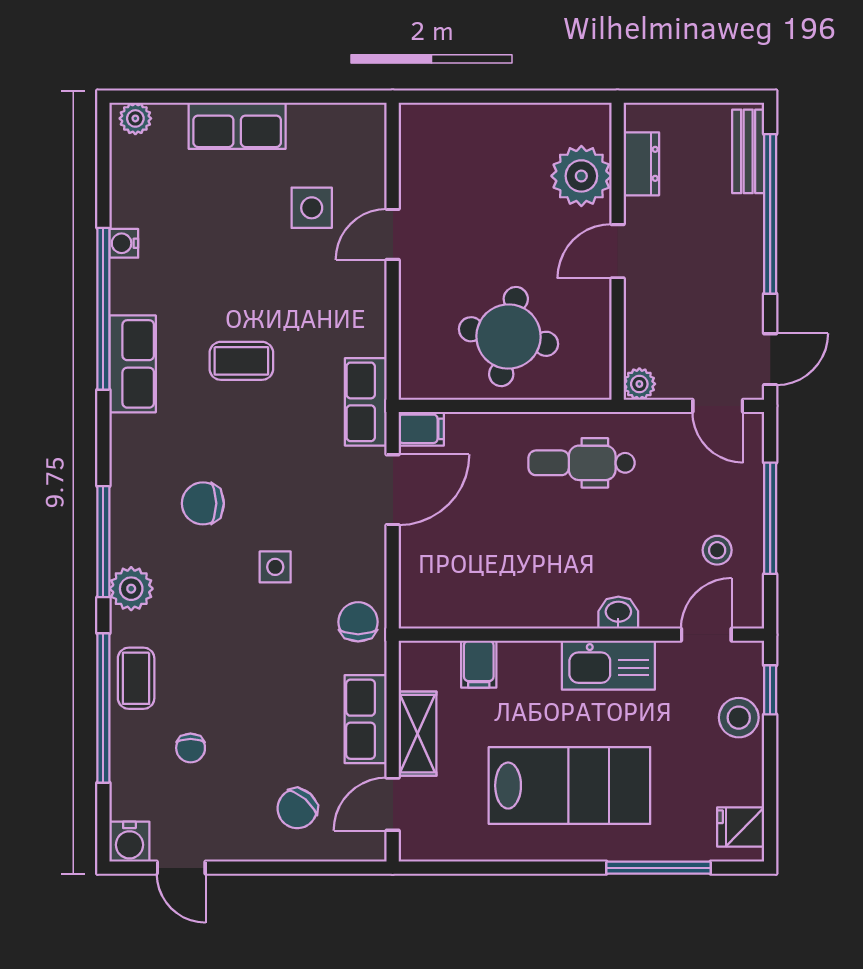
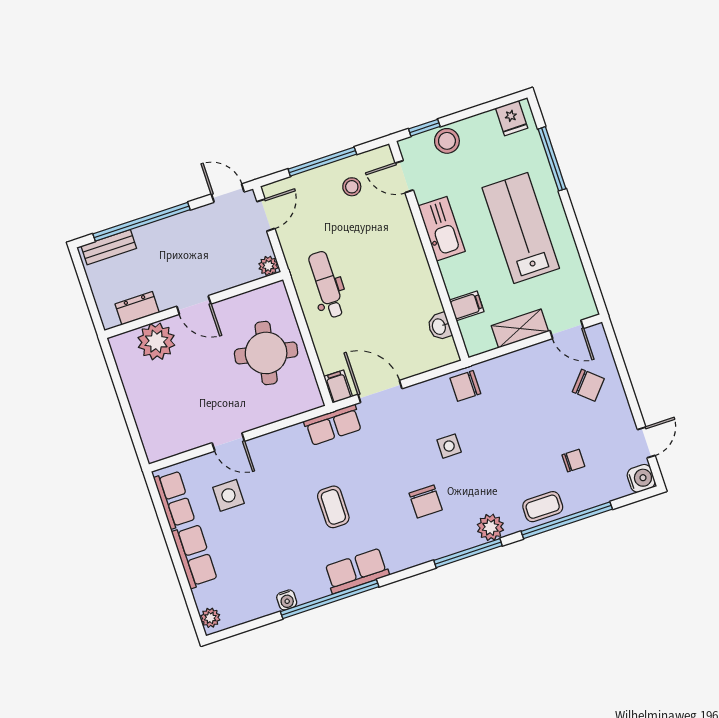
dental chair: (582, 463) -> (327, 285), turned 180
washbasin: (618, 613) -> (439, 326), moved
row of seats: (366, 719) -> (174, 499), moved, turned -90

